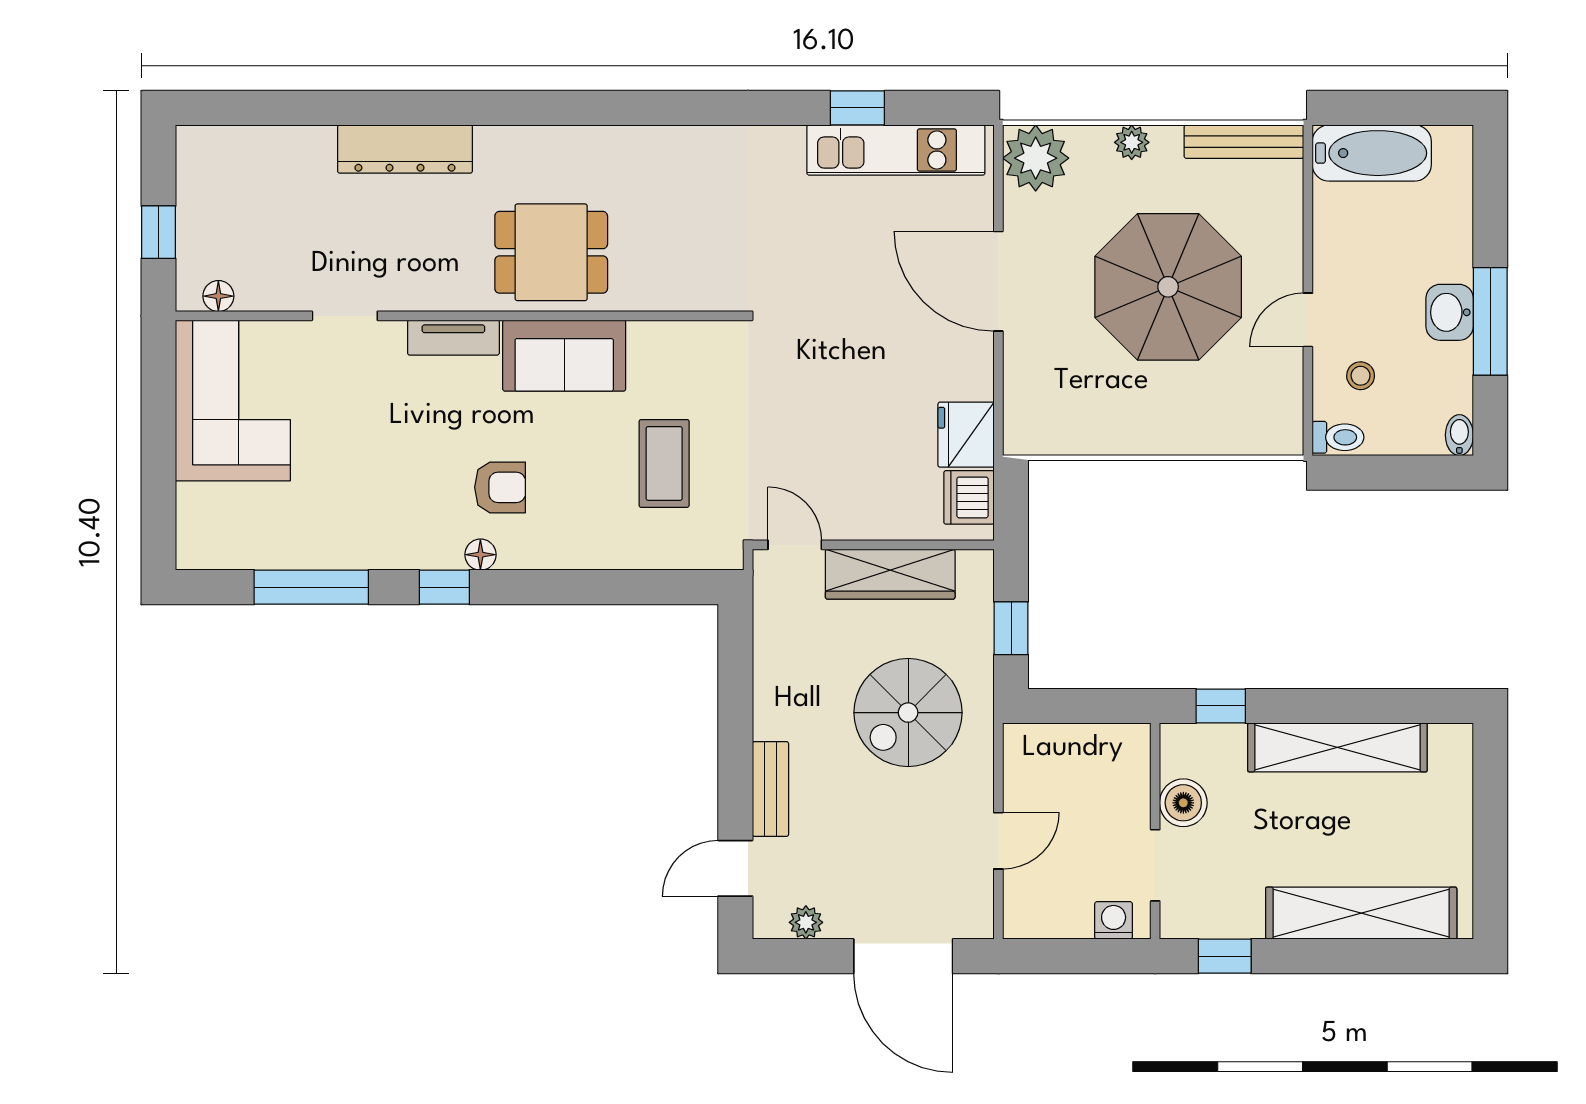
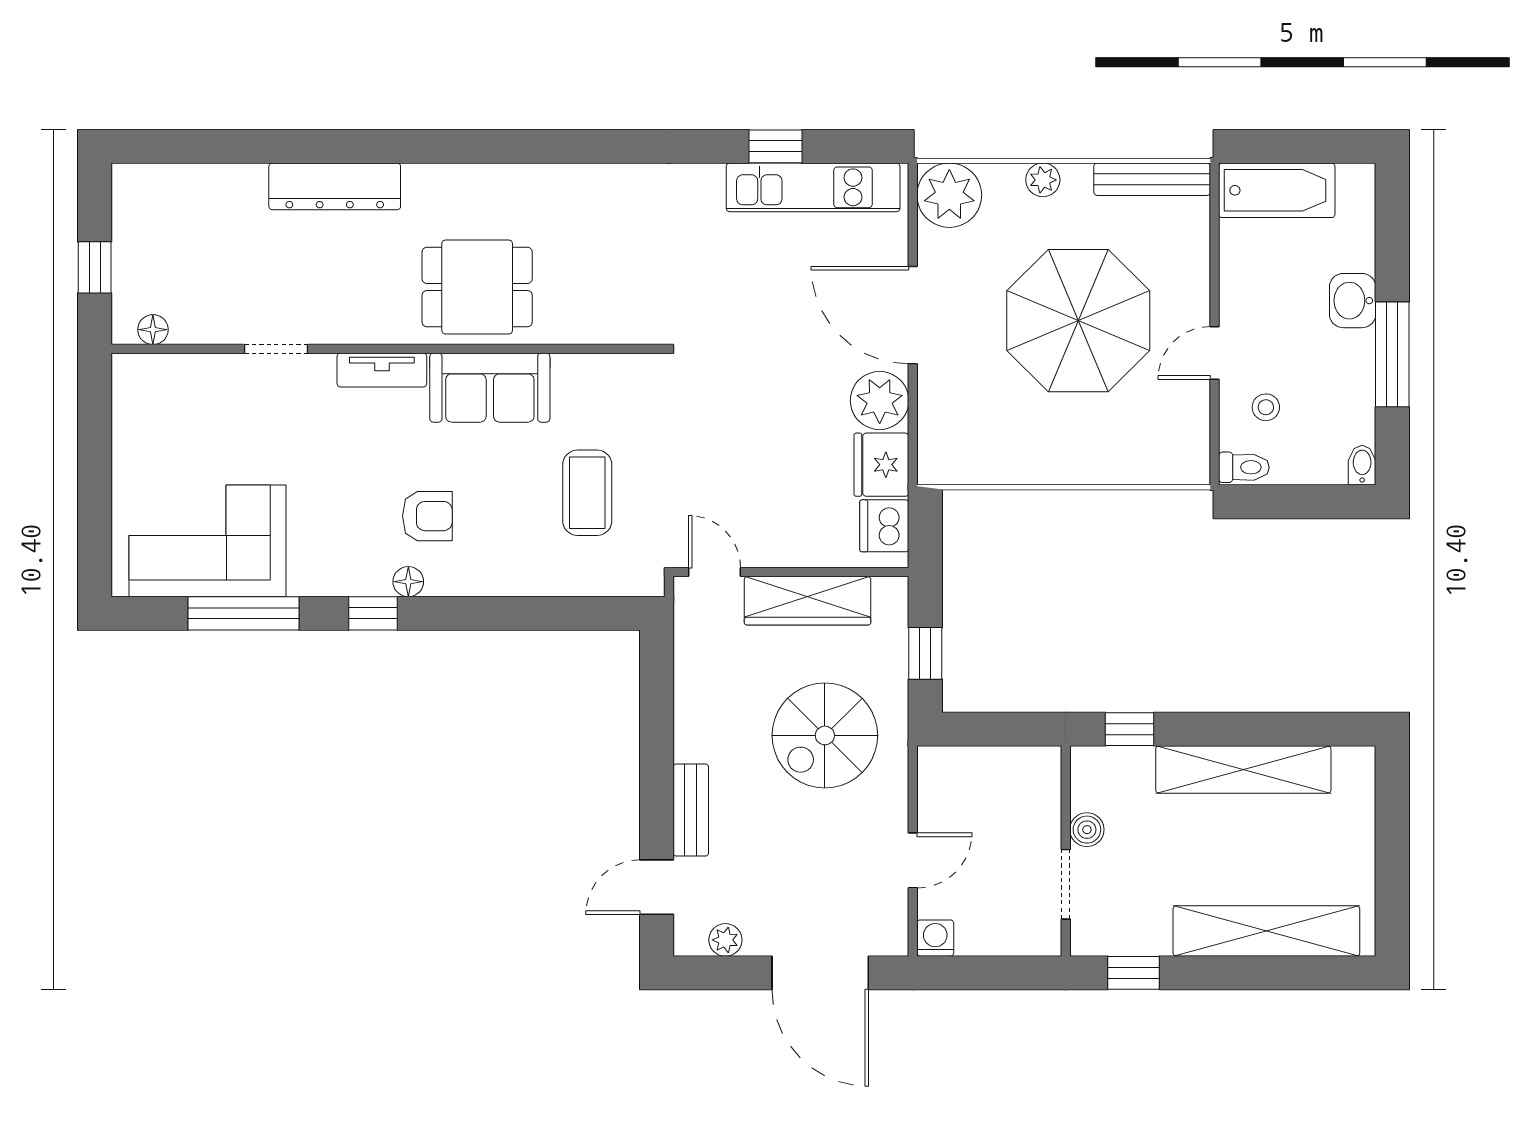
washbasin: (1450, 312) -> (1353, 301), moved
plant: (964, 369) -> (880, 401), added
corner sofa: (233, 400) -> (207, 541), moved, turned -90
boiler: (1183, 803) -> (1087, 830), width x0.73, depth x0.73
washing machine: (1114, 920) -> (935, 938), moved

